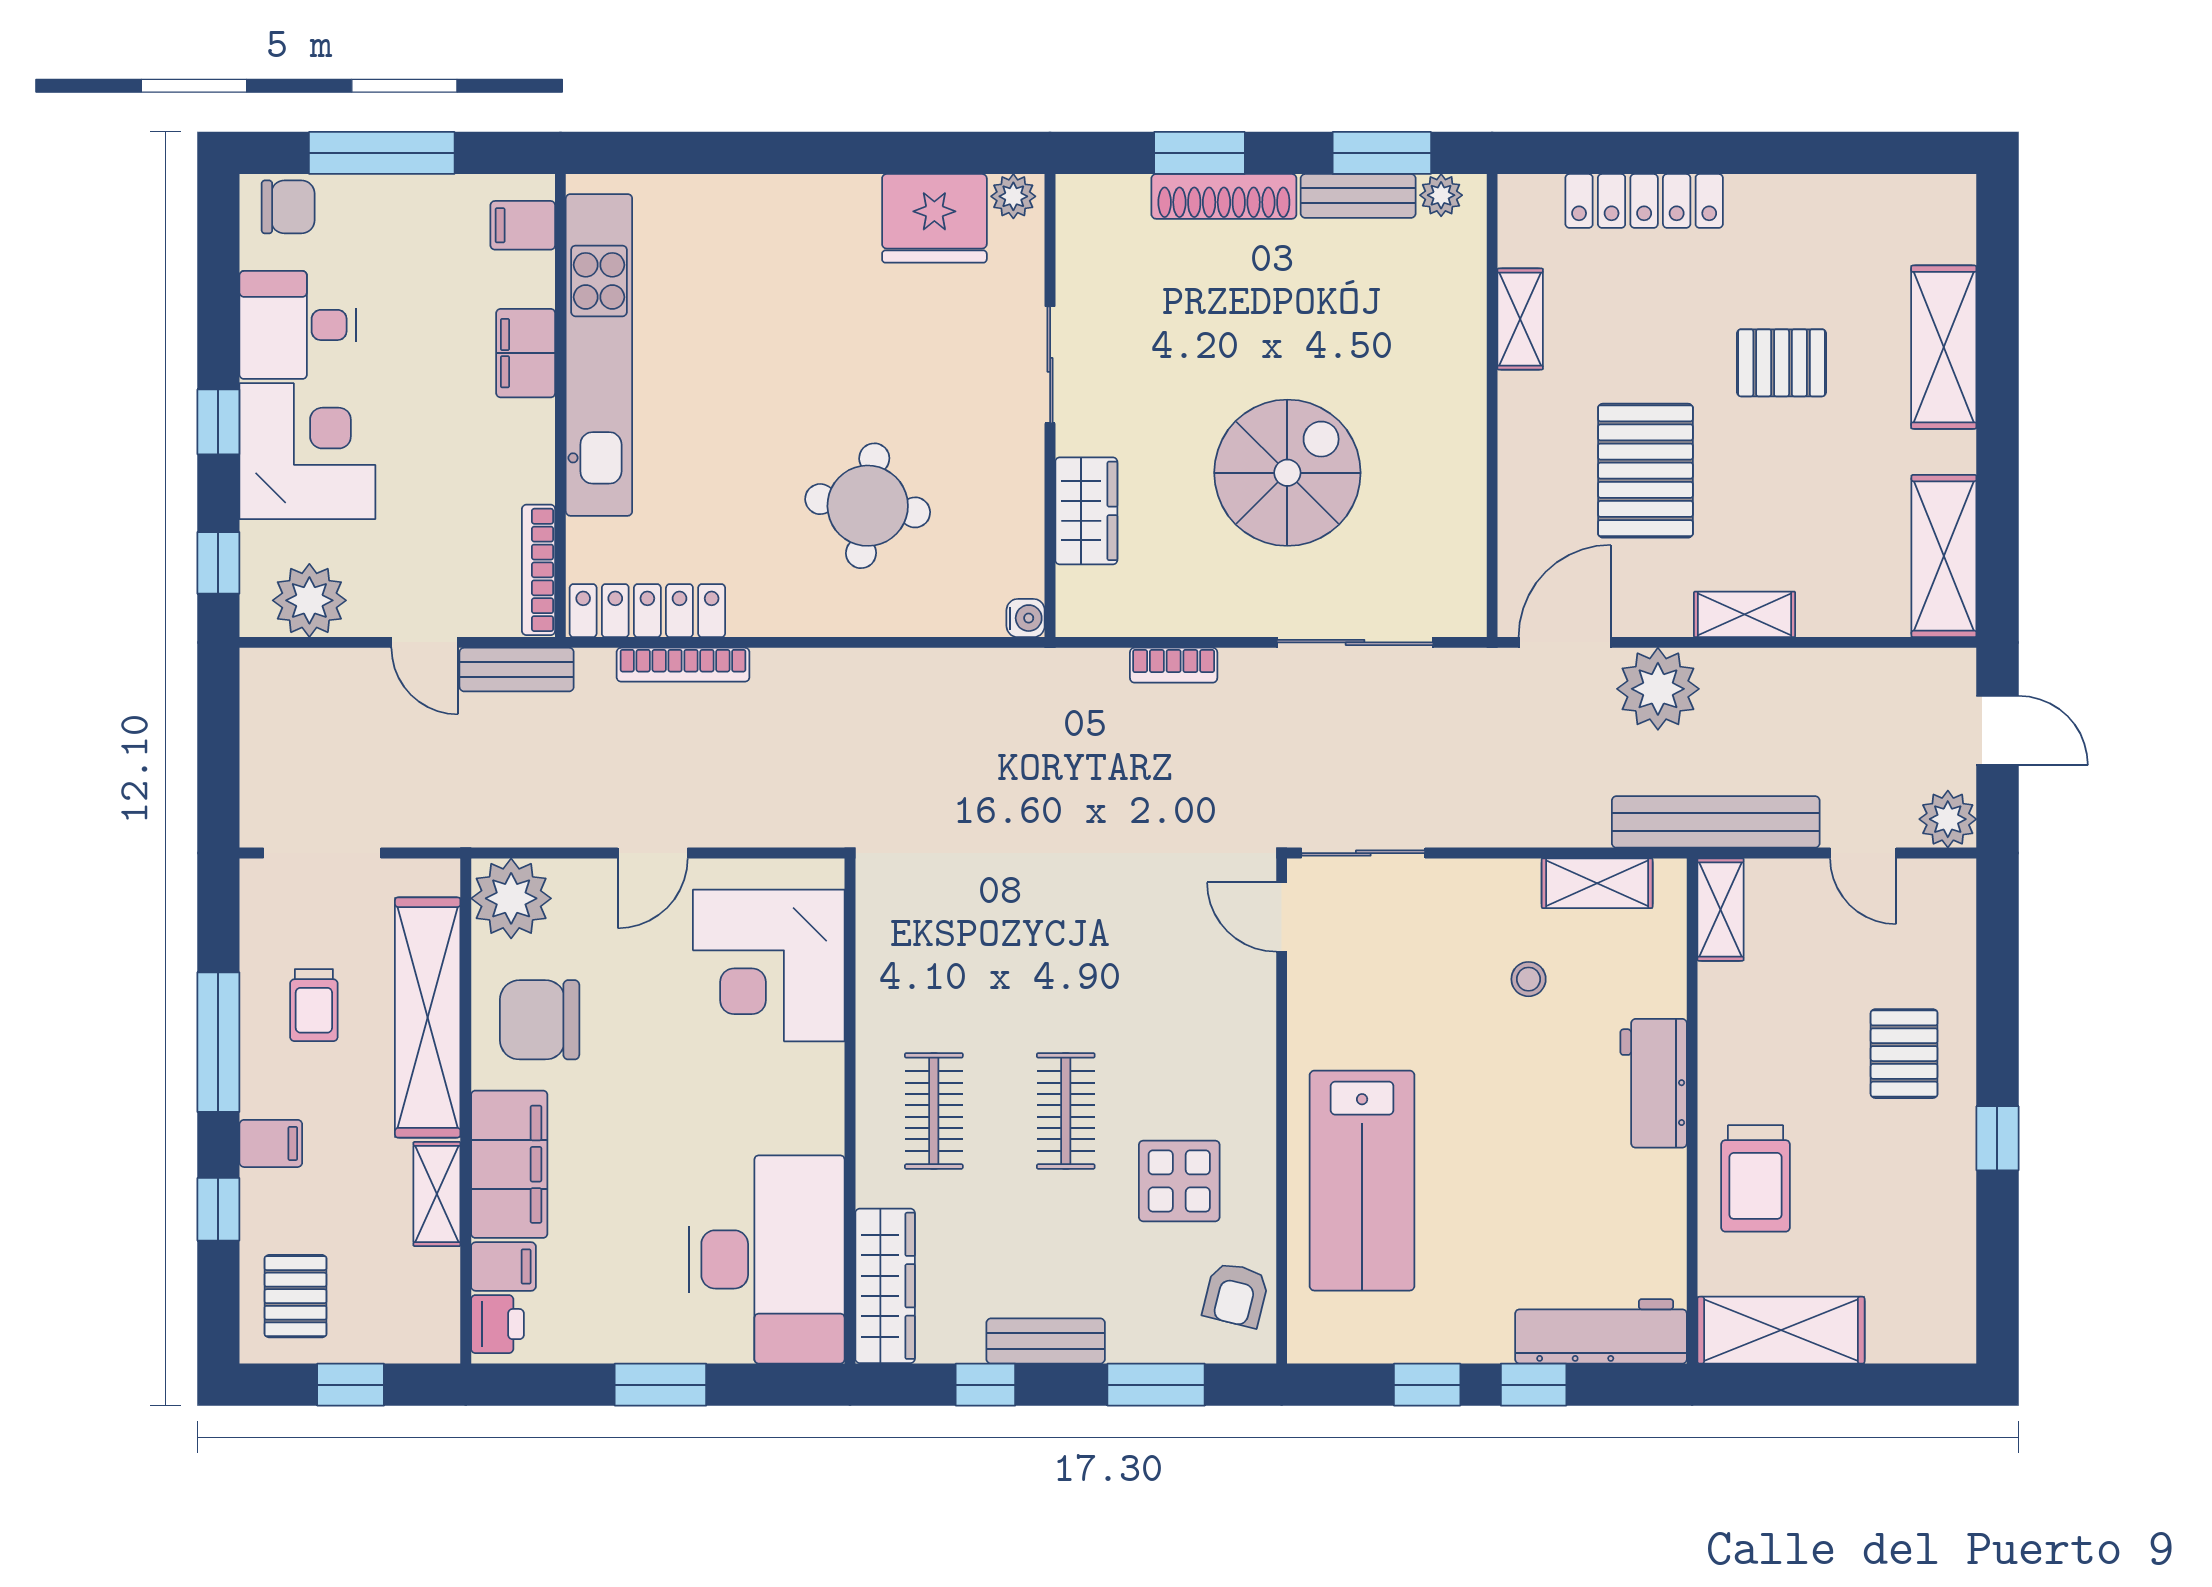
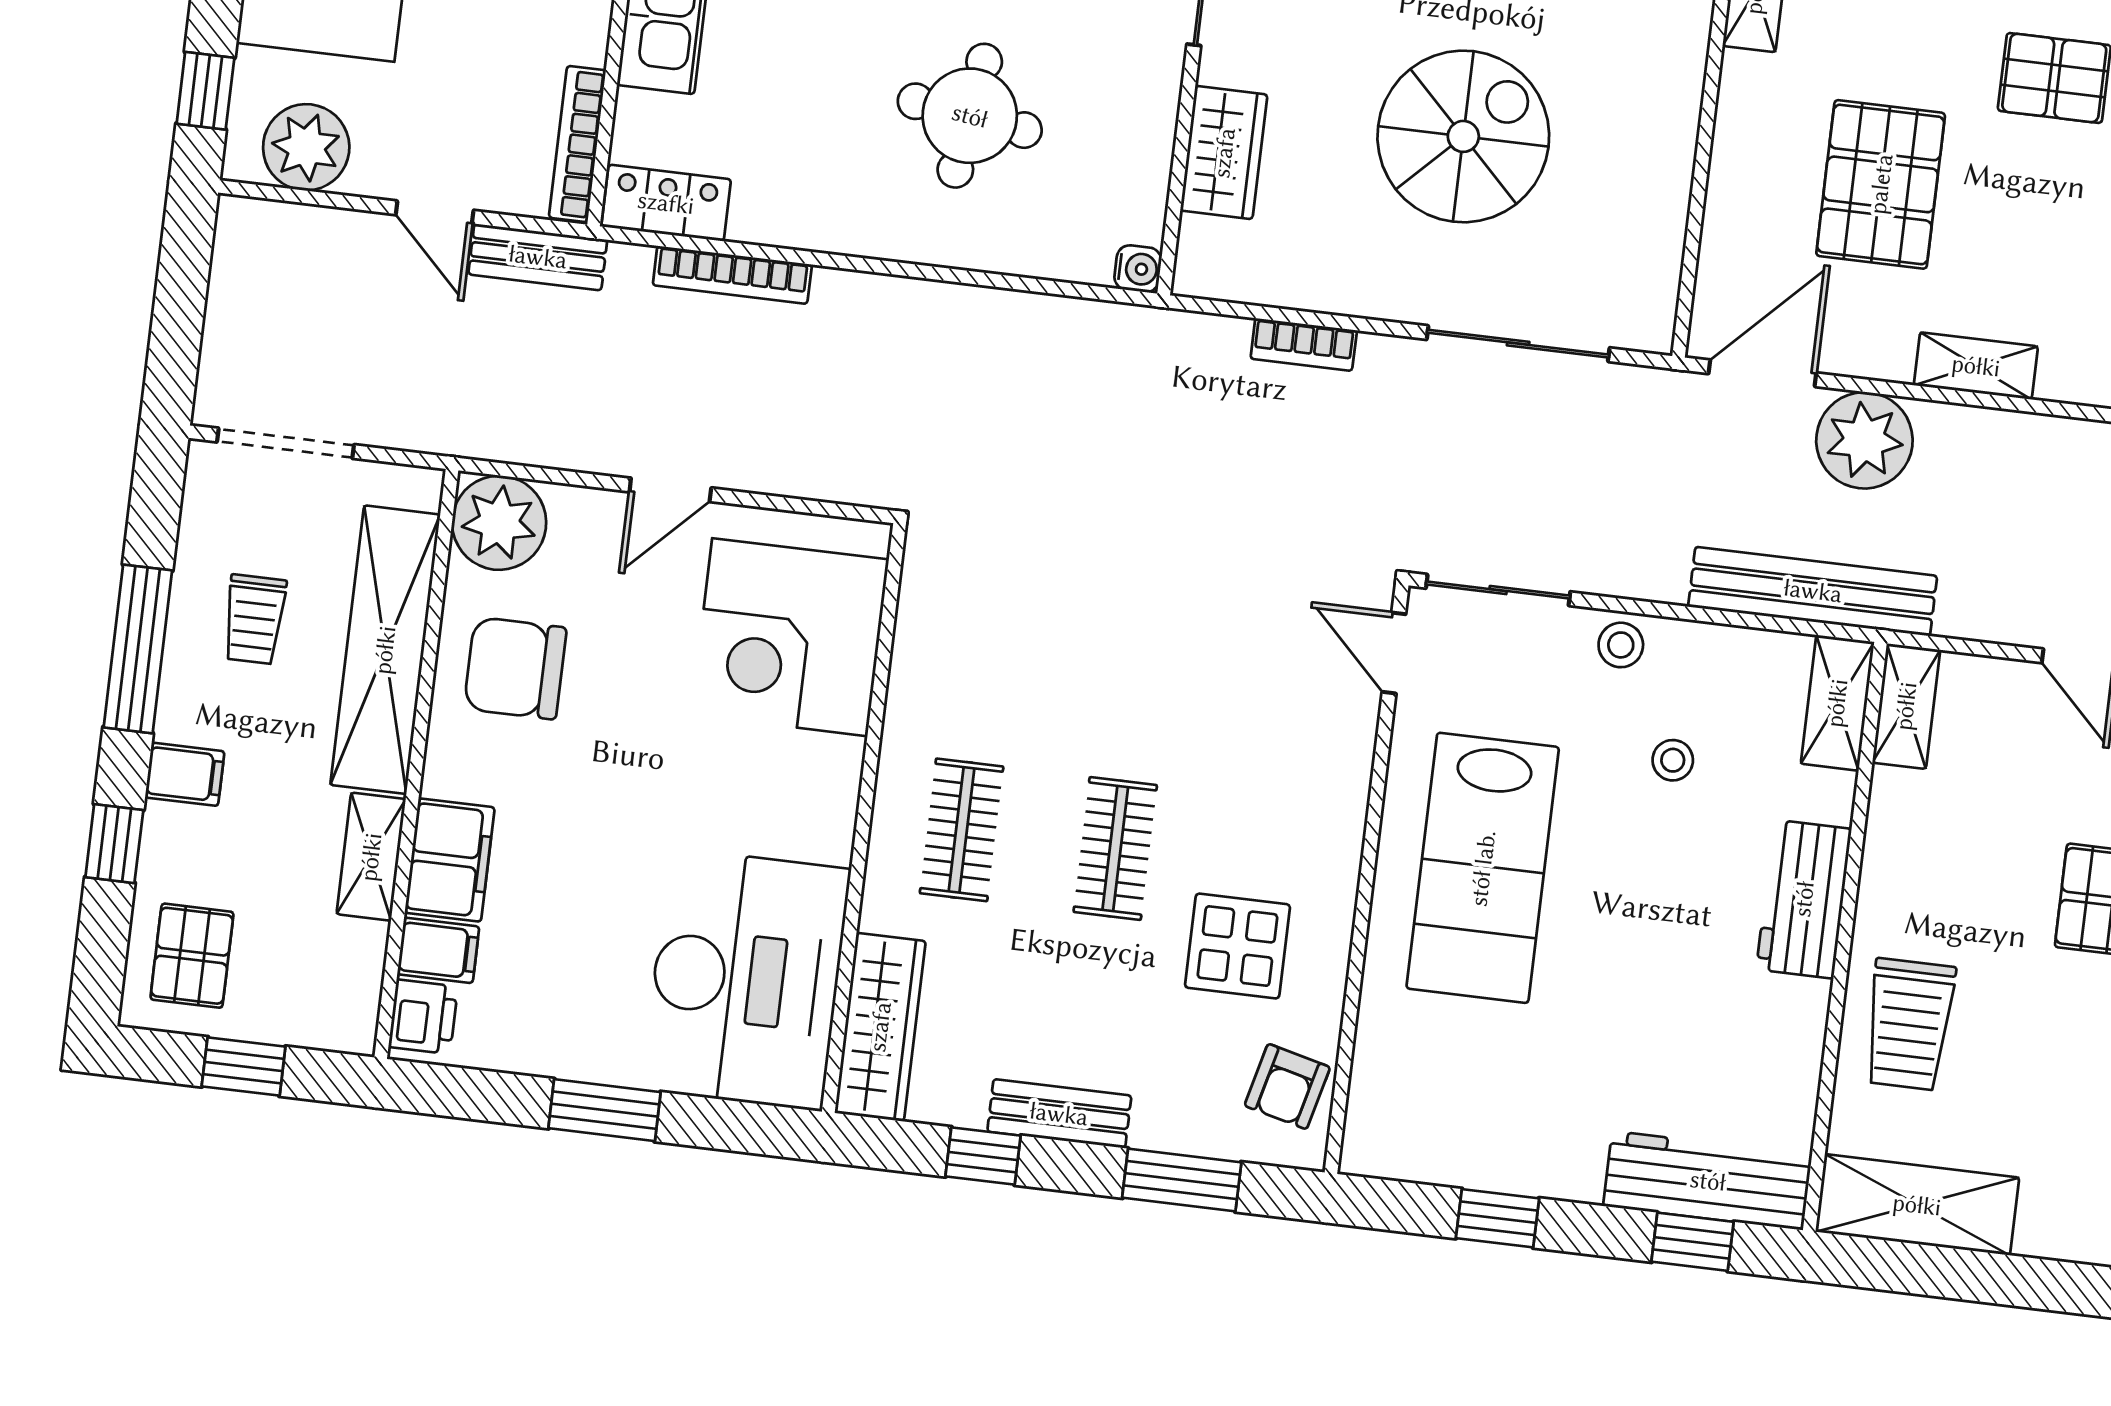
locker: (647, 611) -> (666, 203), width x0.66
bench: (1716, 822) -> (1813, 591), moved
shelving: (1597, 883) -> (1837, 703), moved, turned 90
stool: (1473, 887) -> (1621, 645), added
filing cabinet: (509, 1164) -> (450, 860), width x0.67, depth x0.86
lab bench: (1362, 1181) -> (1483, 868), moved
window: (1534, 1385) -> (1692, 1242), moved

